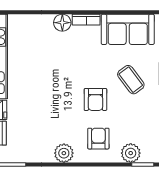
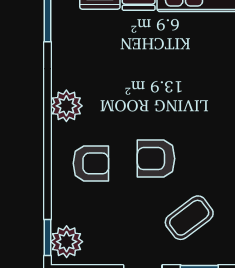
plant: (131, 153) -> (67, 242), moved

